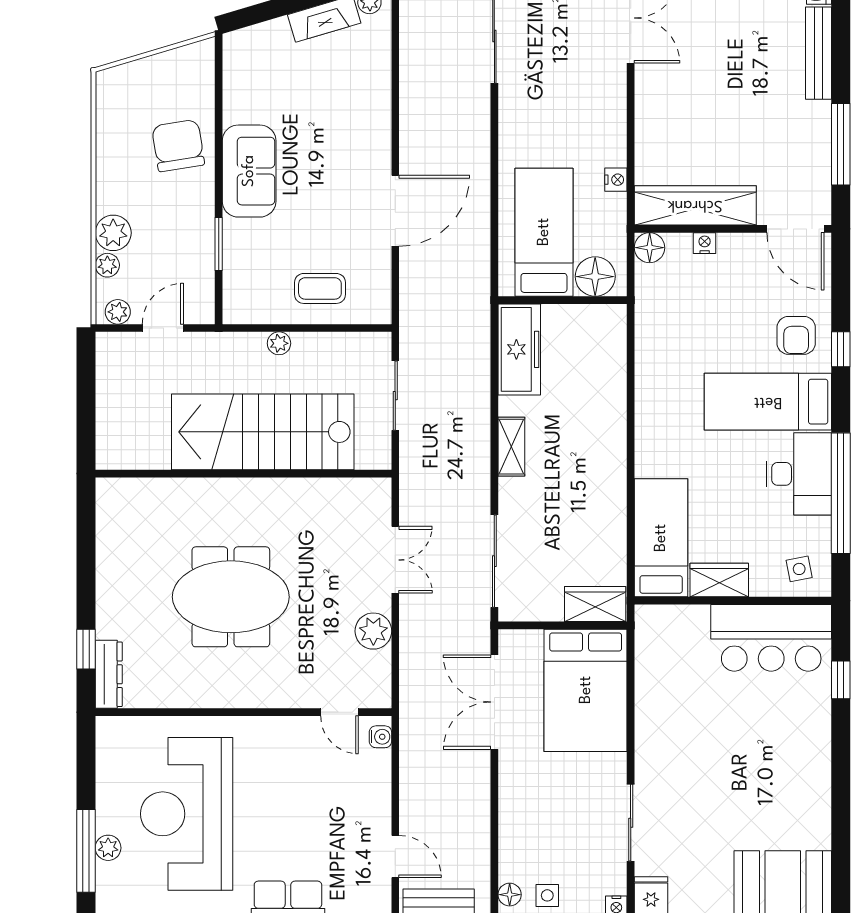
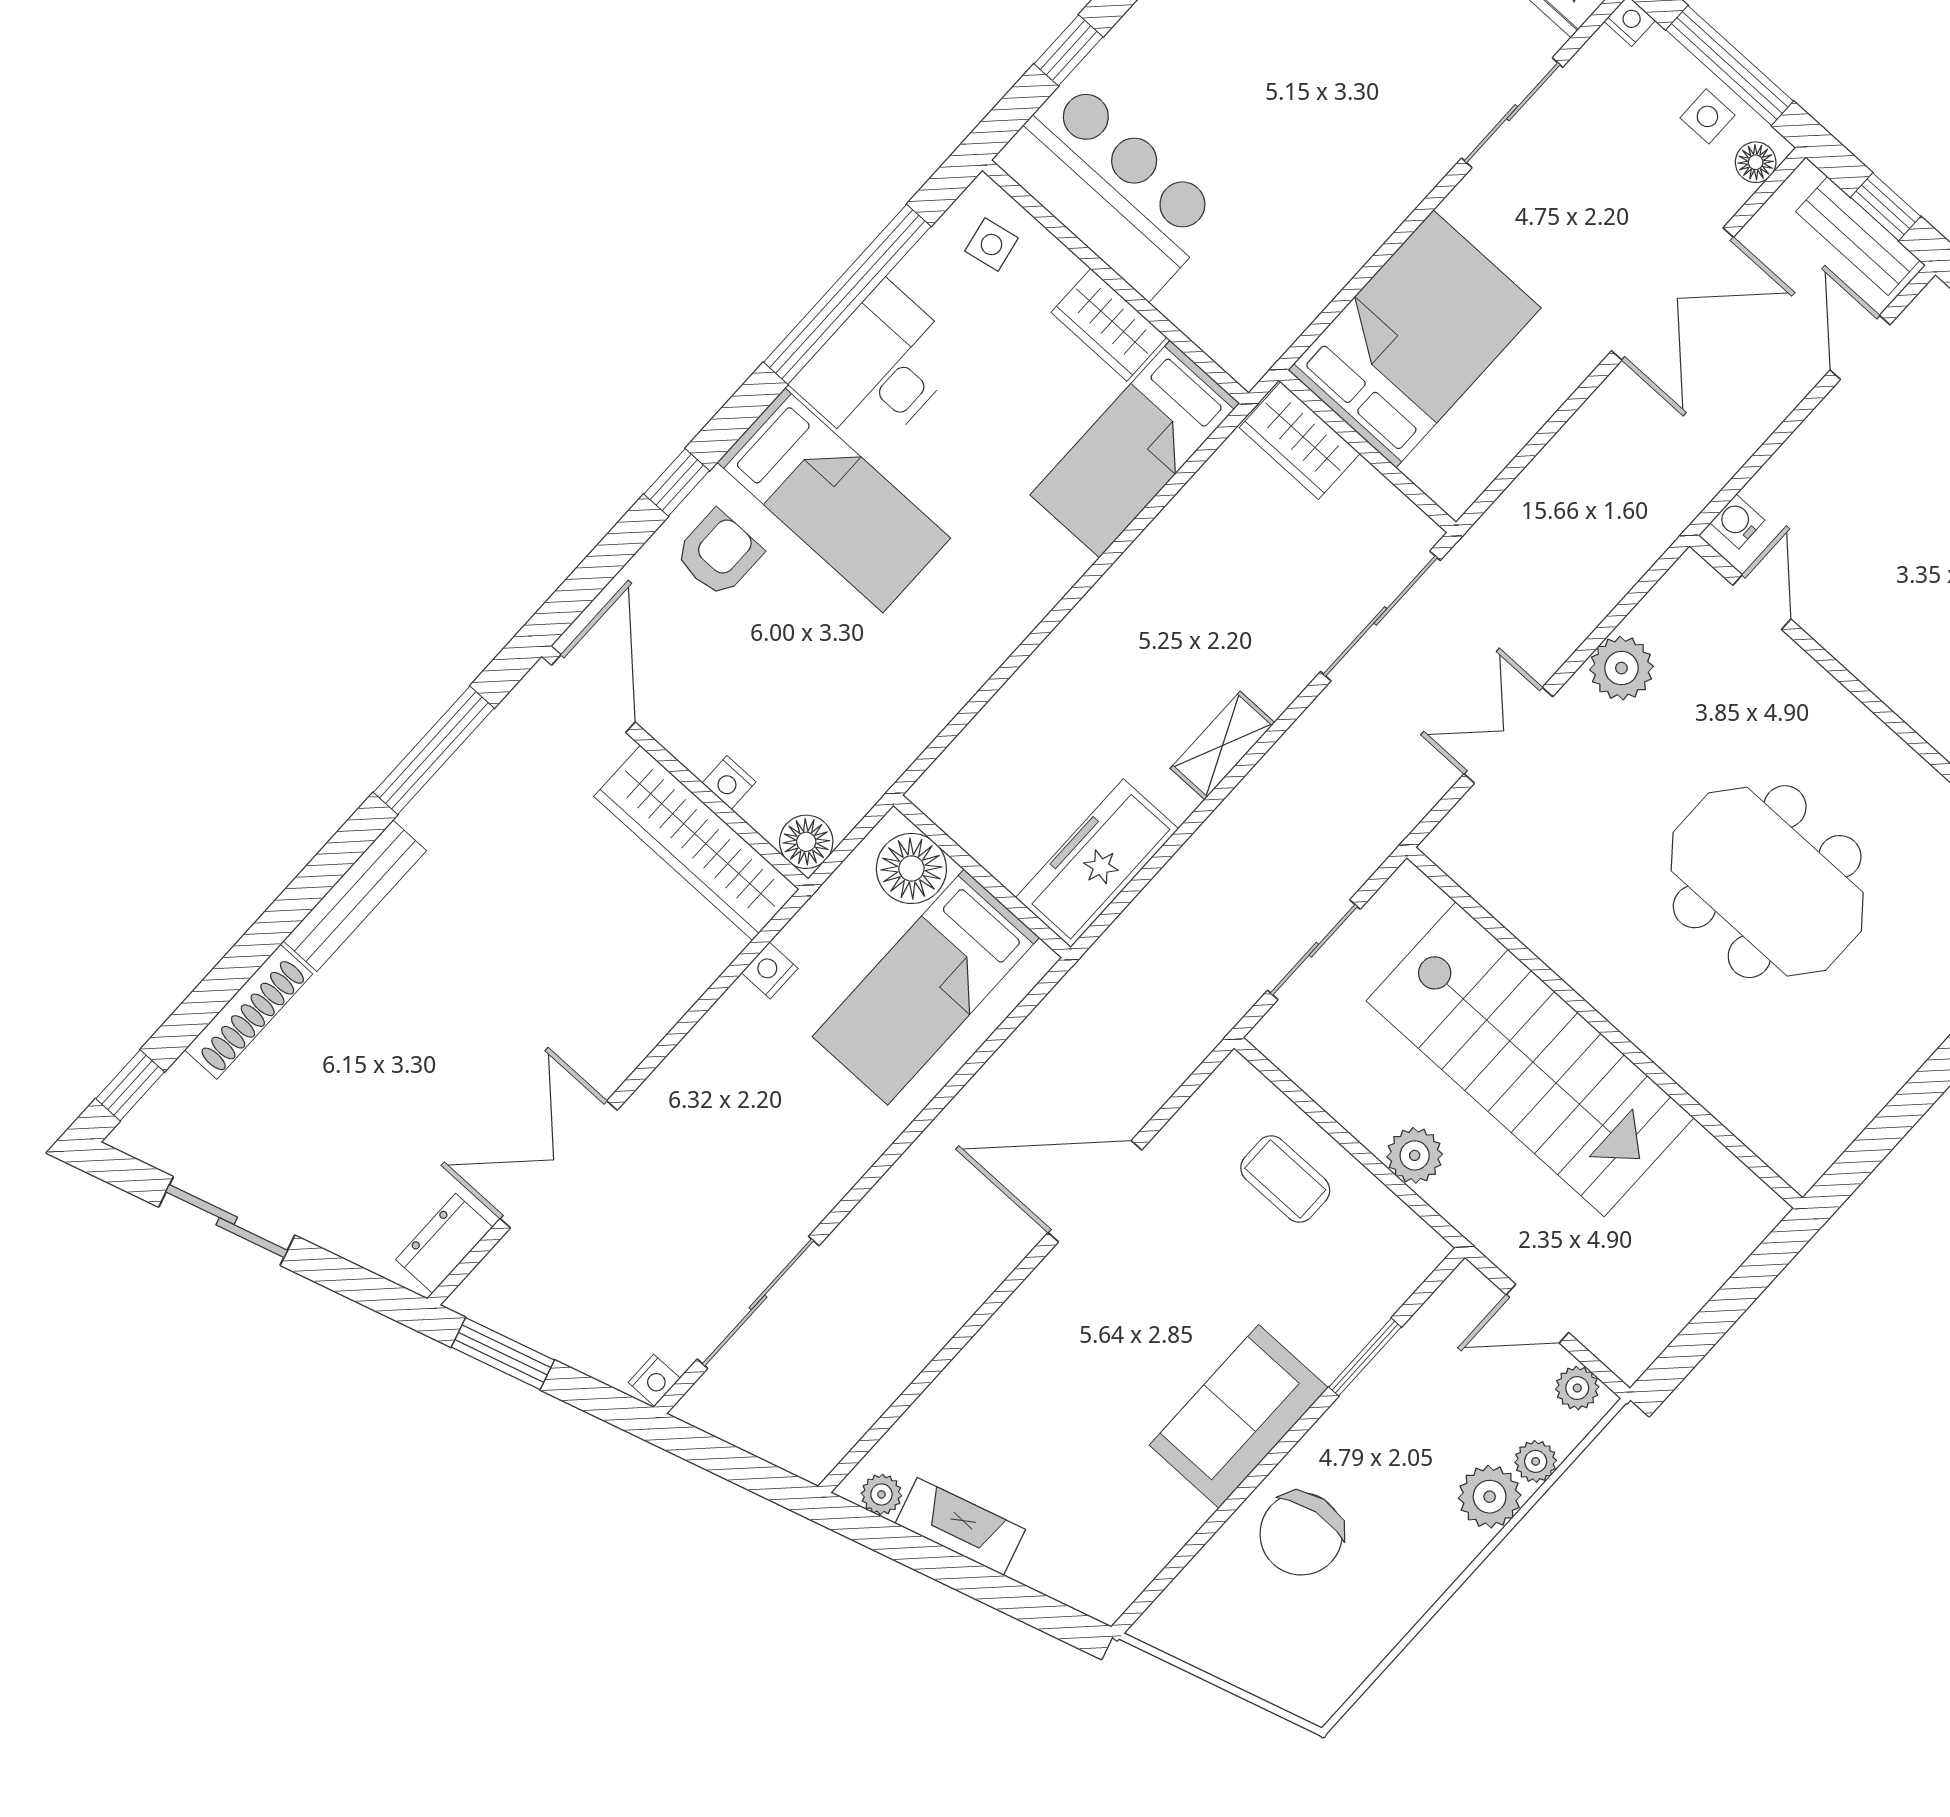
plant: (279, 343) -> (1415, 1155), width x1.38, depth x1.38
double door: (494, 702) -> (1672, 294), moved

